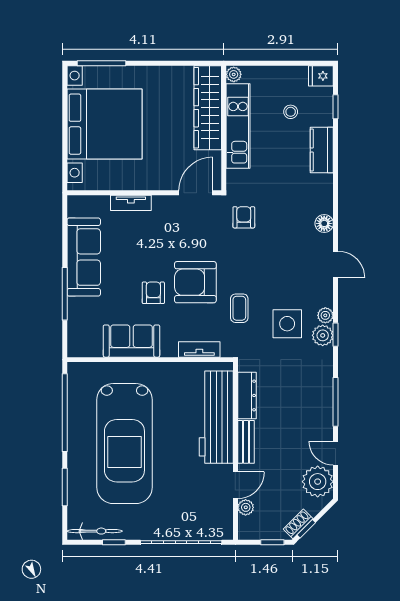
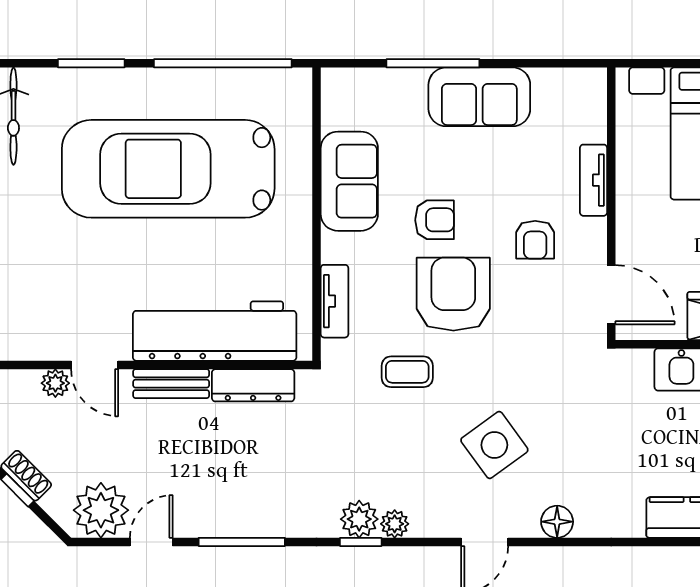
armchair: (244, 217) -> (535, 240), moved, turned 90
sofa: (84, 257) -> (479, 97), width x0.73
side table: (287, 324) -> (494, 445), moved, turned -36

